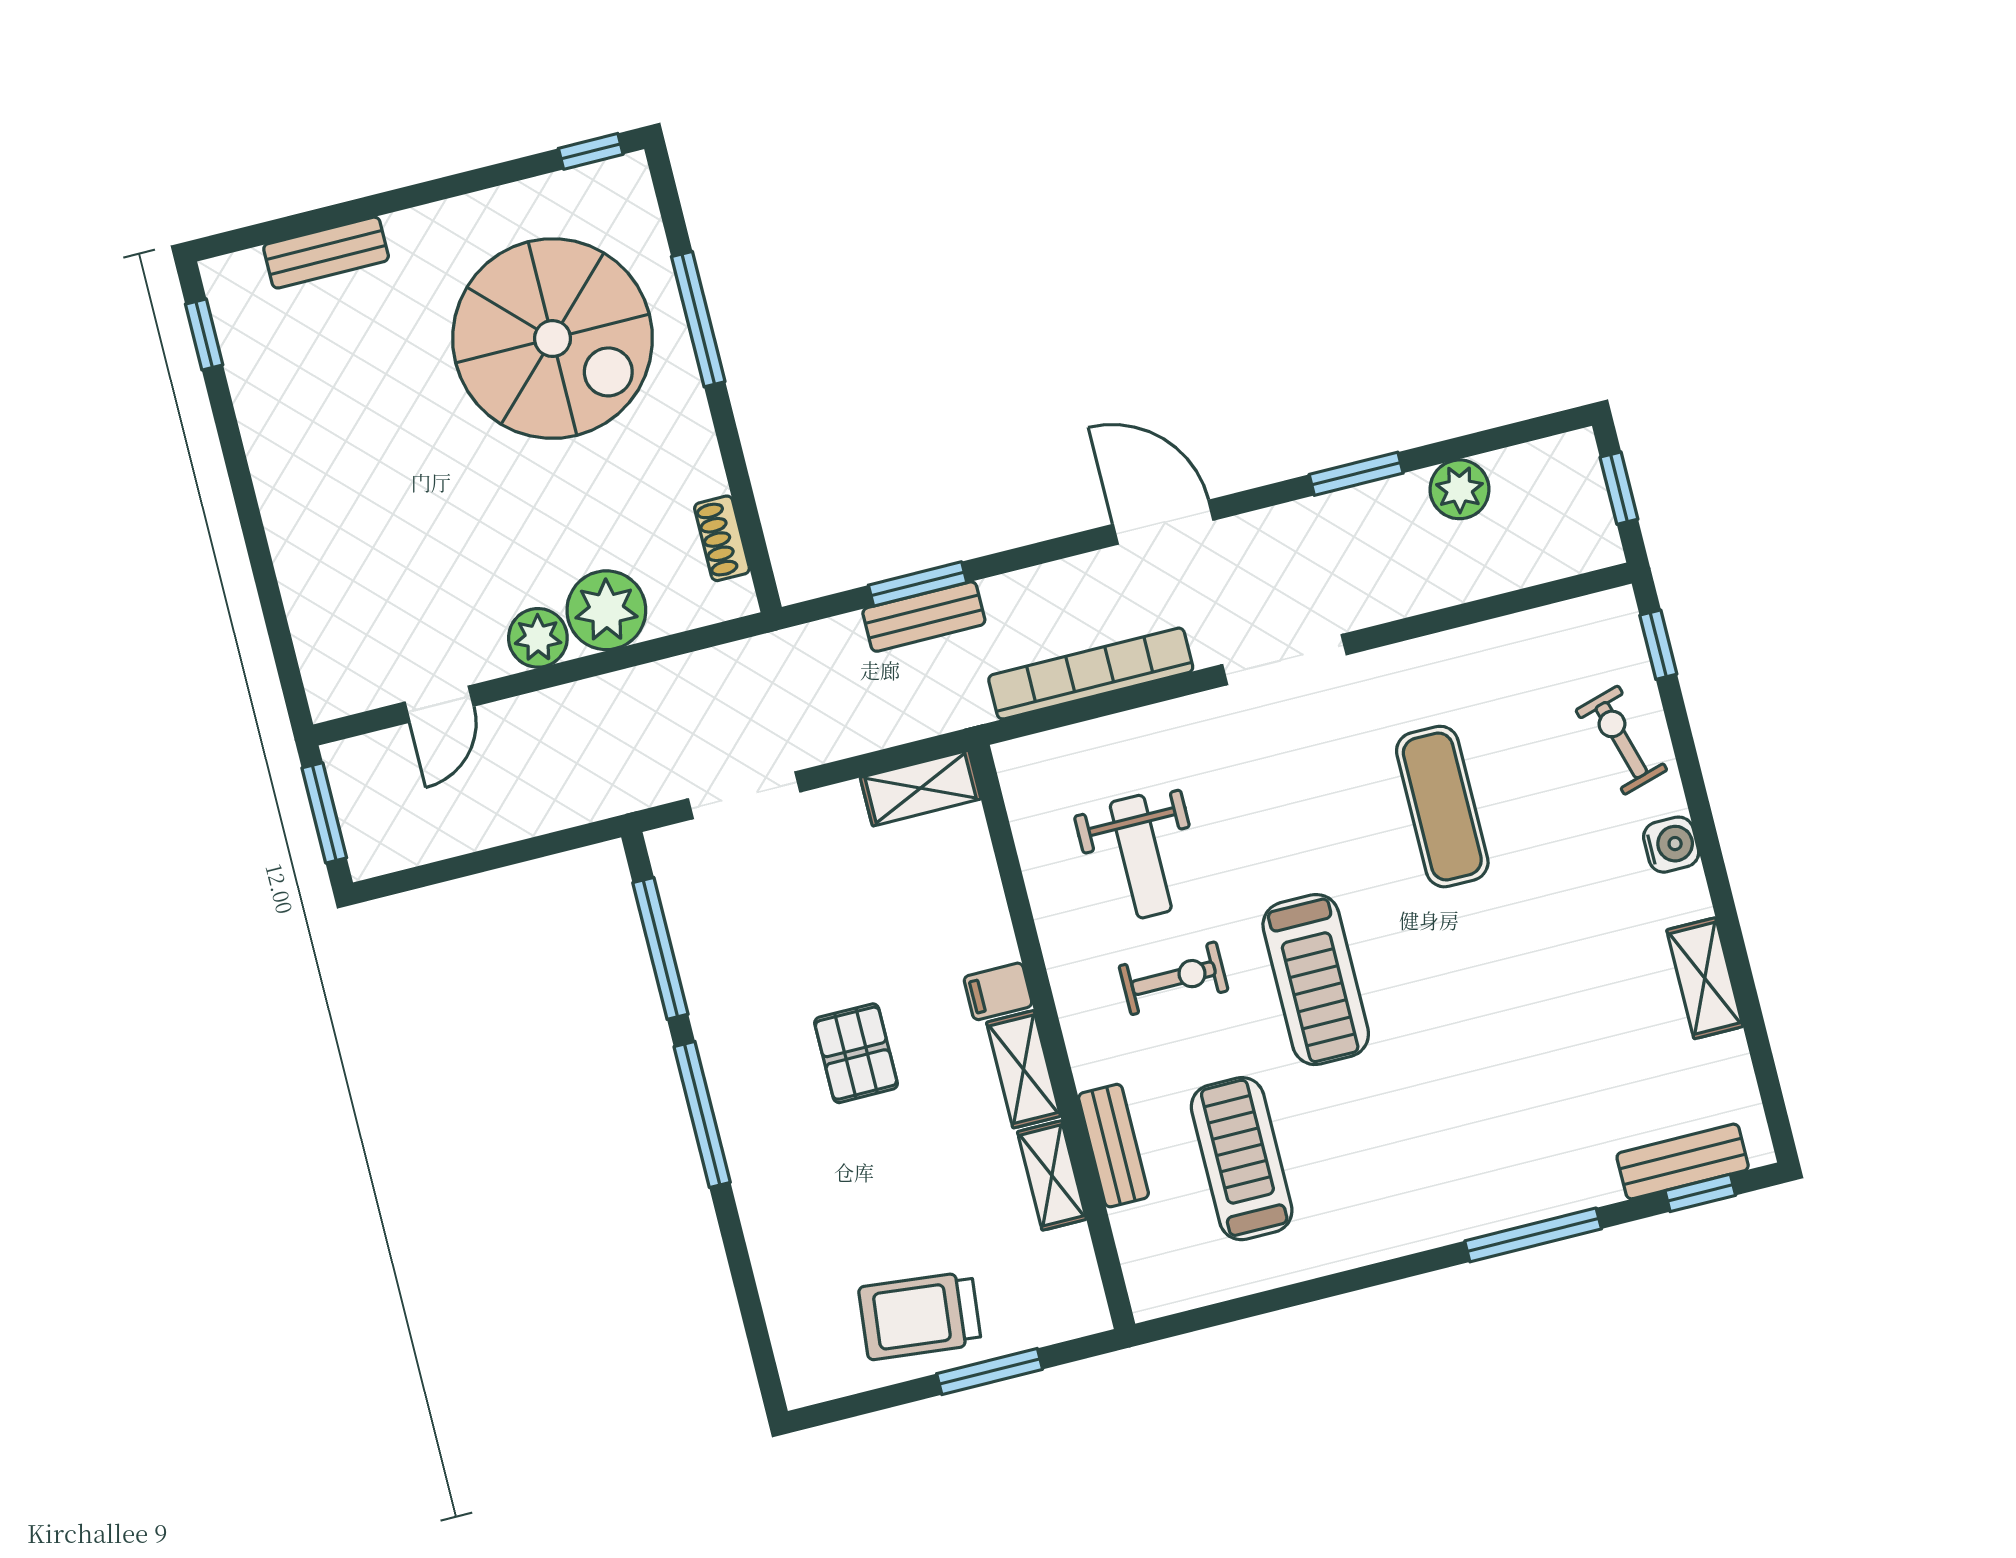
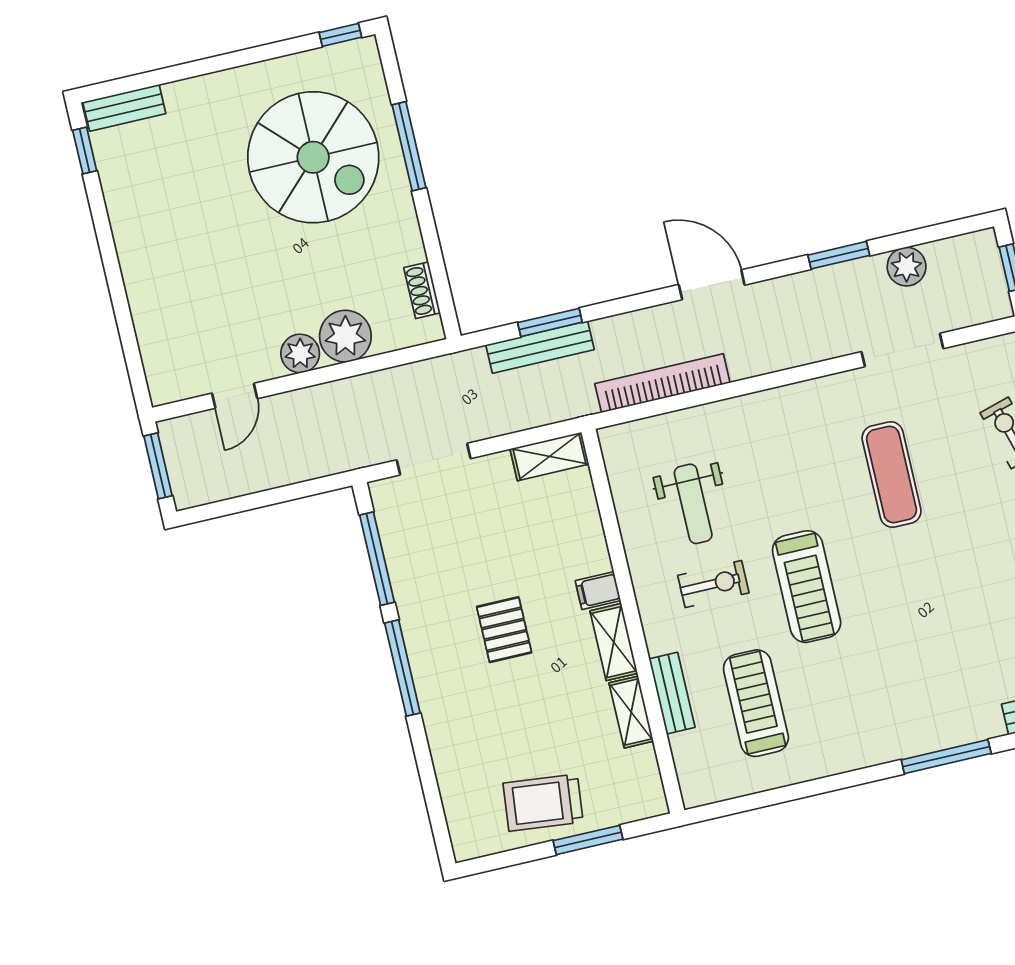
bench: (326, 253) -> (124, 108), moved
bench: (924, 617) -> (540, 347), width x1.36
doorway: (1284, 660) -> (902, 350), moved

